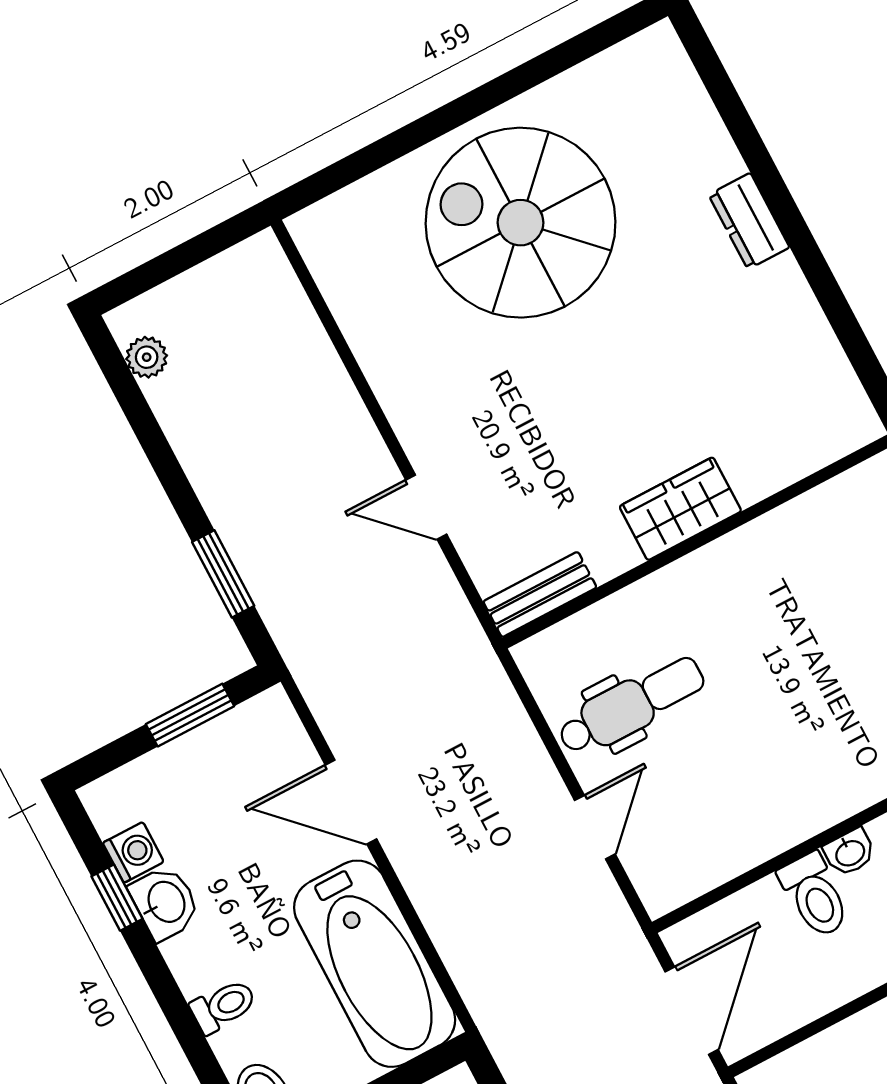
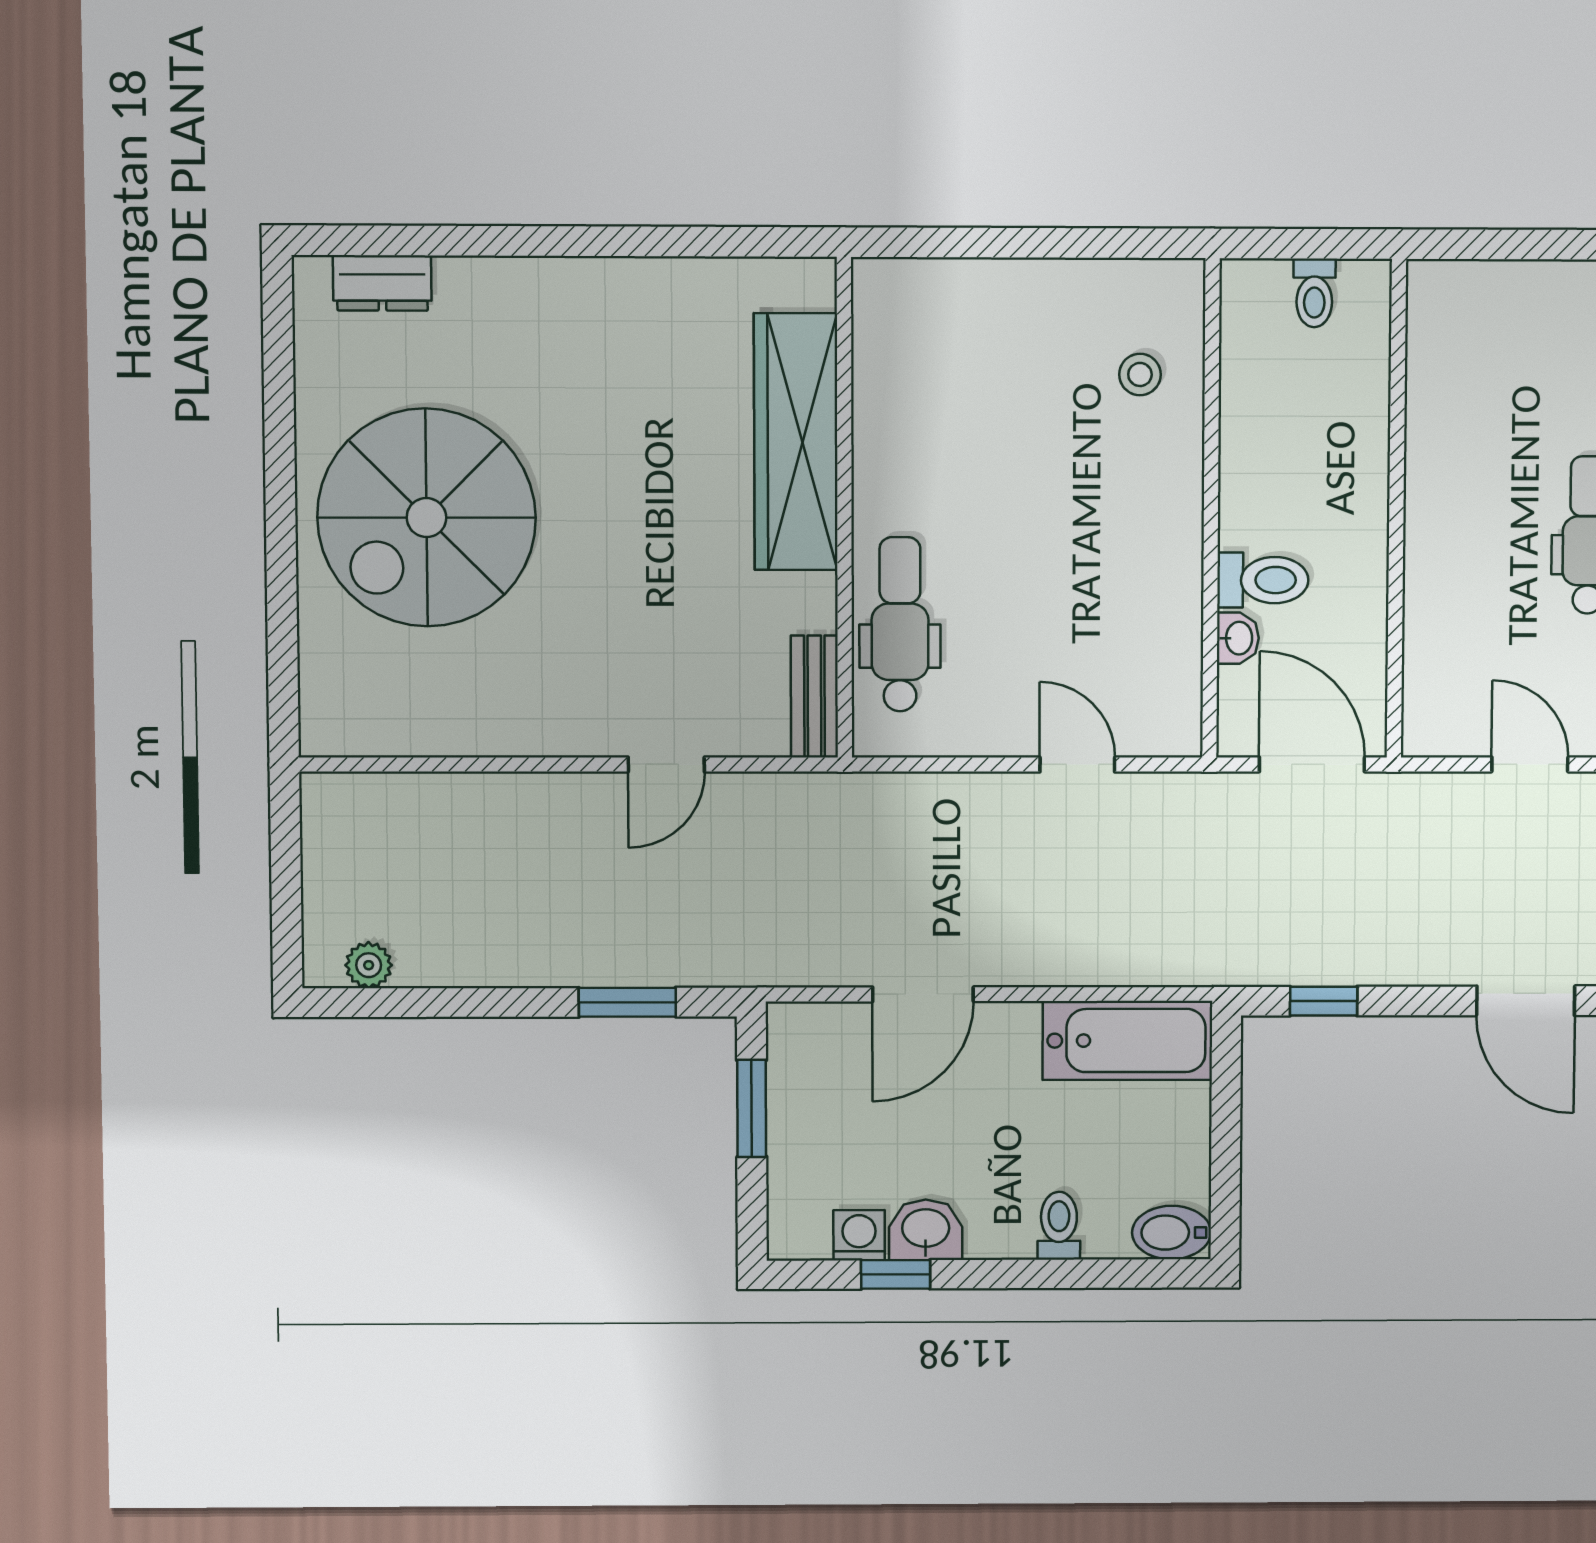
dresser: (749, 221) -> (382, 283), moved
wardrobe: (680, 509) -> (796, 442), width x2.10, depth x1.17
dental chair: (631, 706) -> (900, 624), moved
washbasin: (850, 852) -> (1238, 638), moved
bathtub: (375, 964) -> (1128, 1040), width x0.73, depth x0.73

